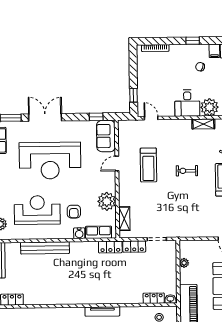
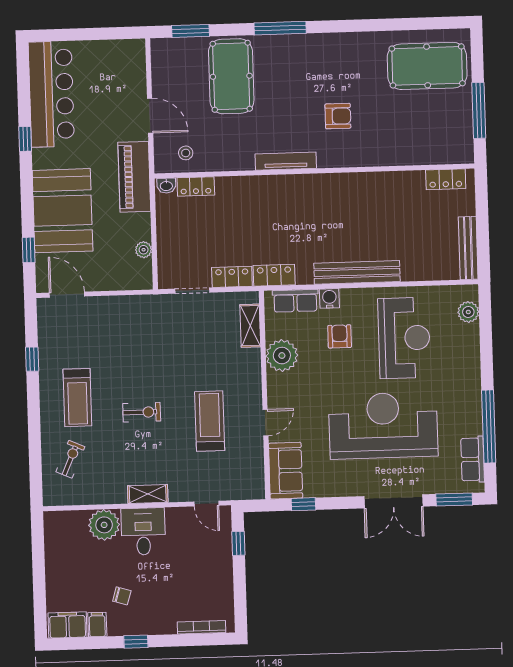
shelving: (203, 124) -> (148, 494), moved
reception desk: (37, 210) -> (404, 338), turned -90
bench: (45, 248) -> (357, 272), moved

